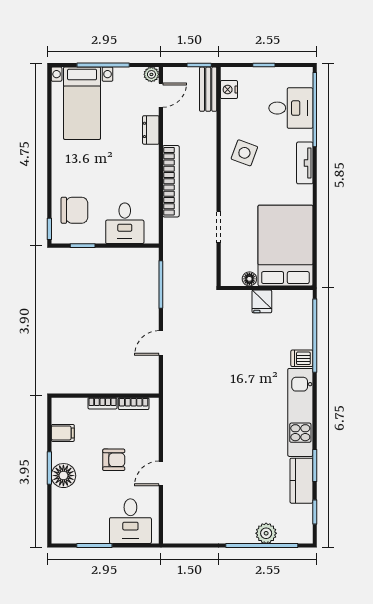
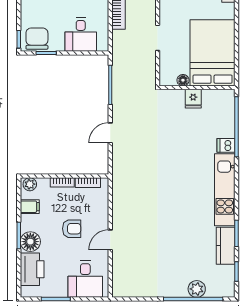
chair: (74, 210) -> (37, 39), moved, turned -90
plant: (63, 406) -> (30, 184), added
printer: (66, 509) -> (32, 269), added

